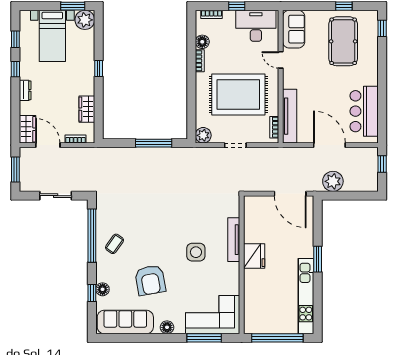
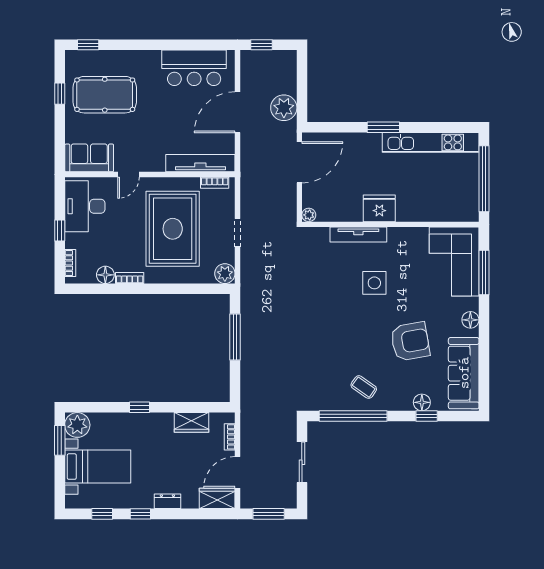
plant: (249, 201) -> (309, 215), added

